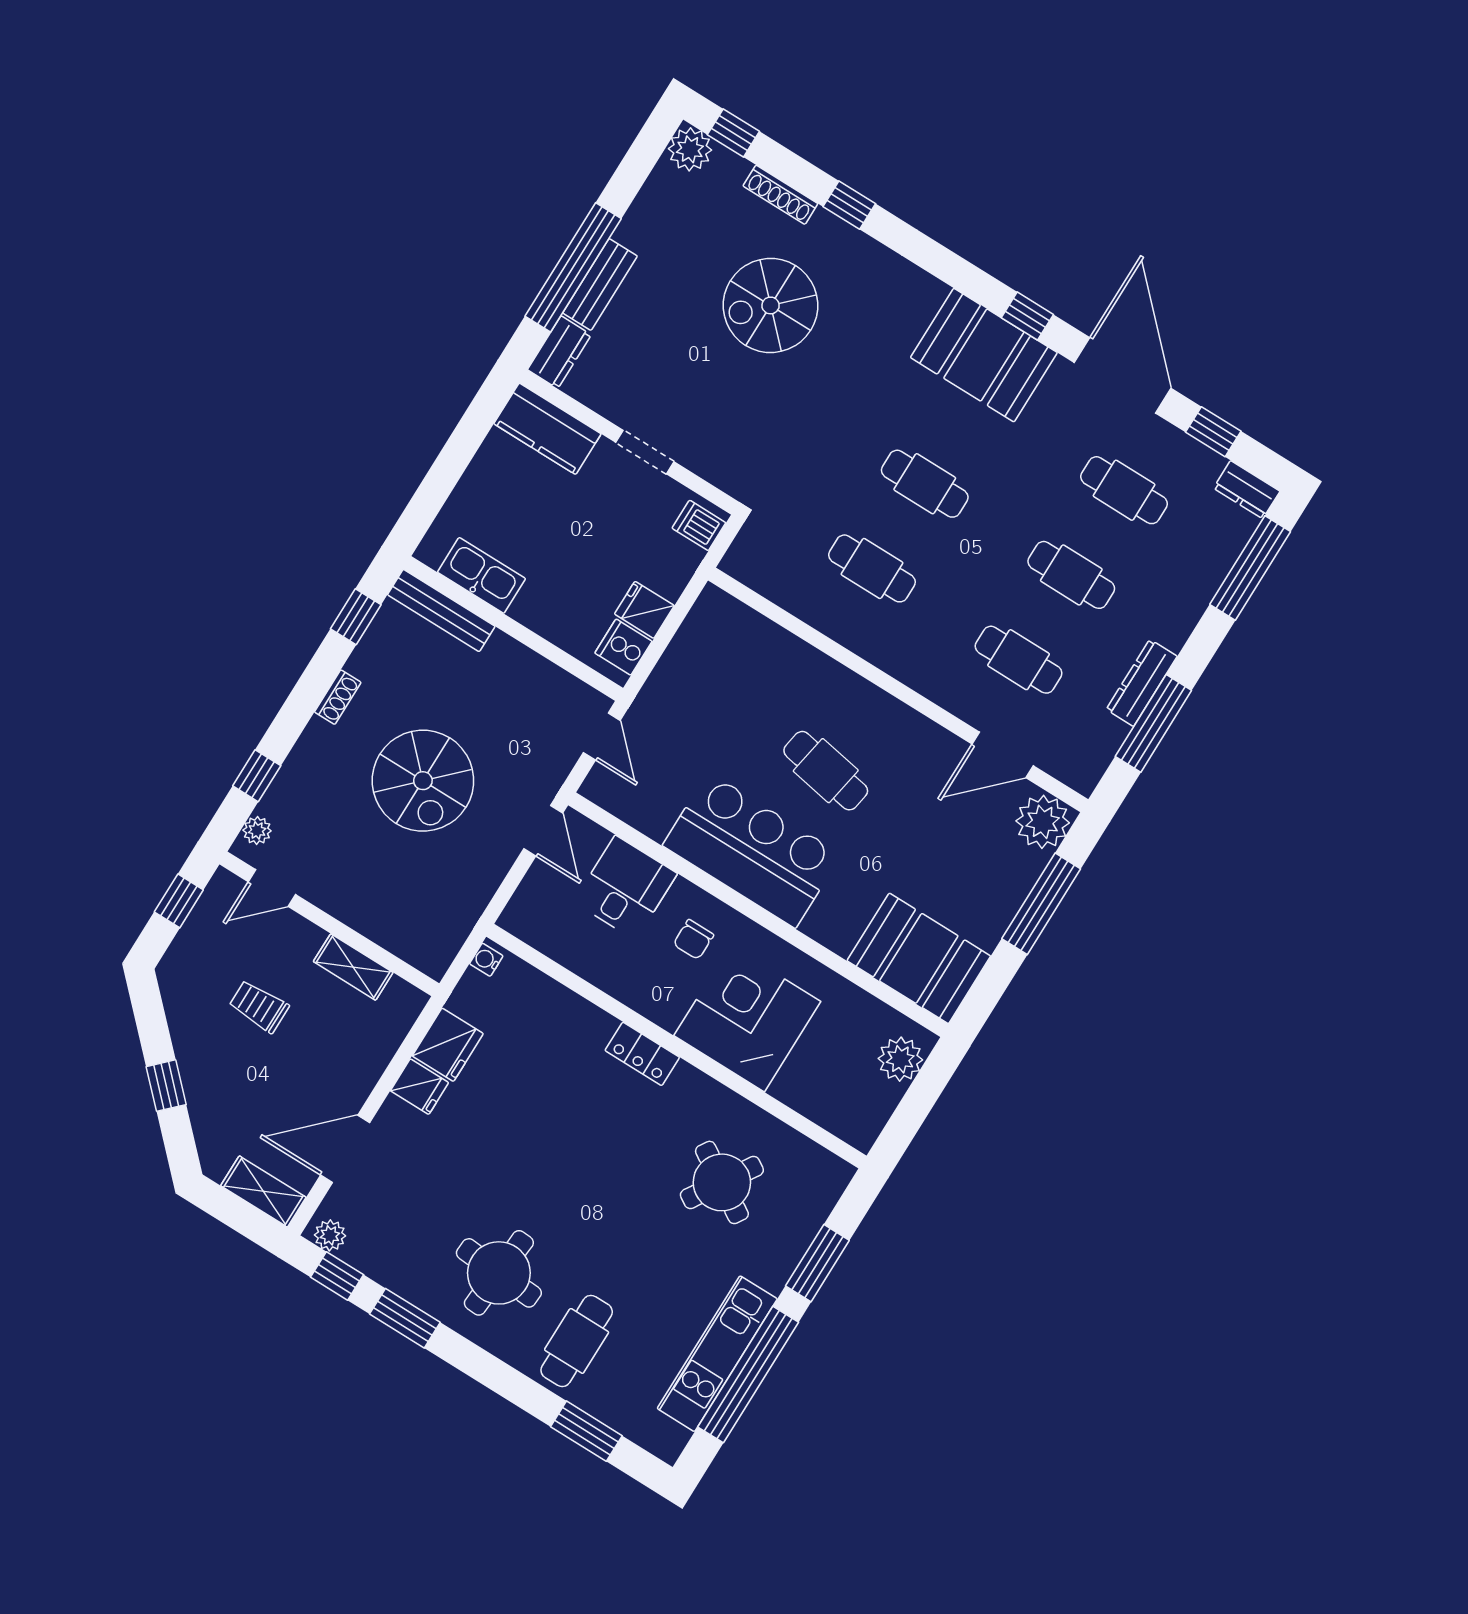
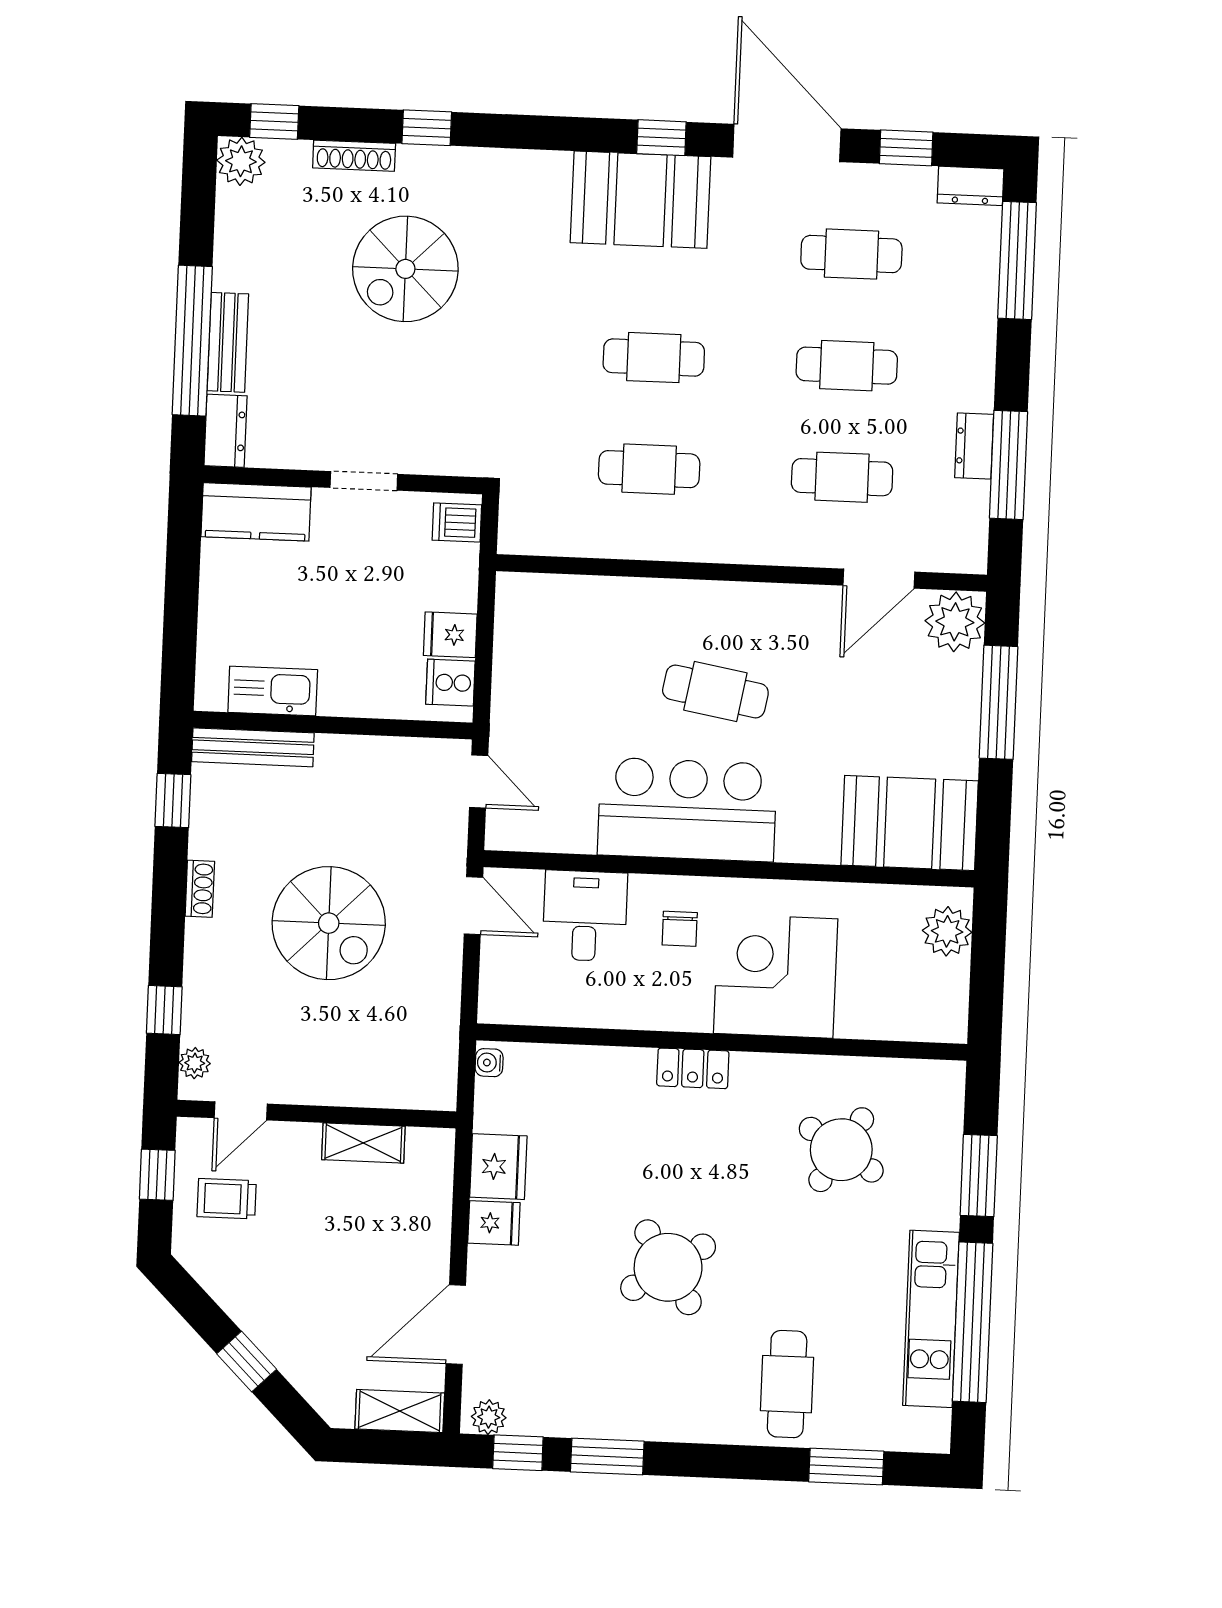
dresser: (1142, 683) -> (974, 446), width x0.70
trolley: (259, 1006) -> (227, 1199), moved
round table: (499, 1273) -> (668, 1267), moved, turned -37

